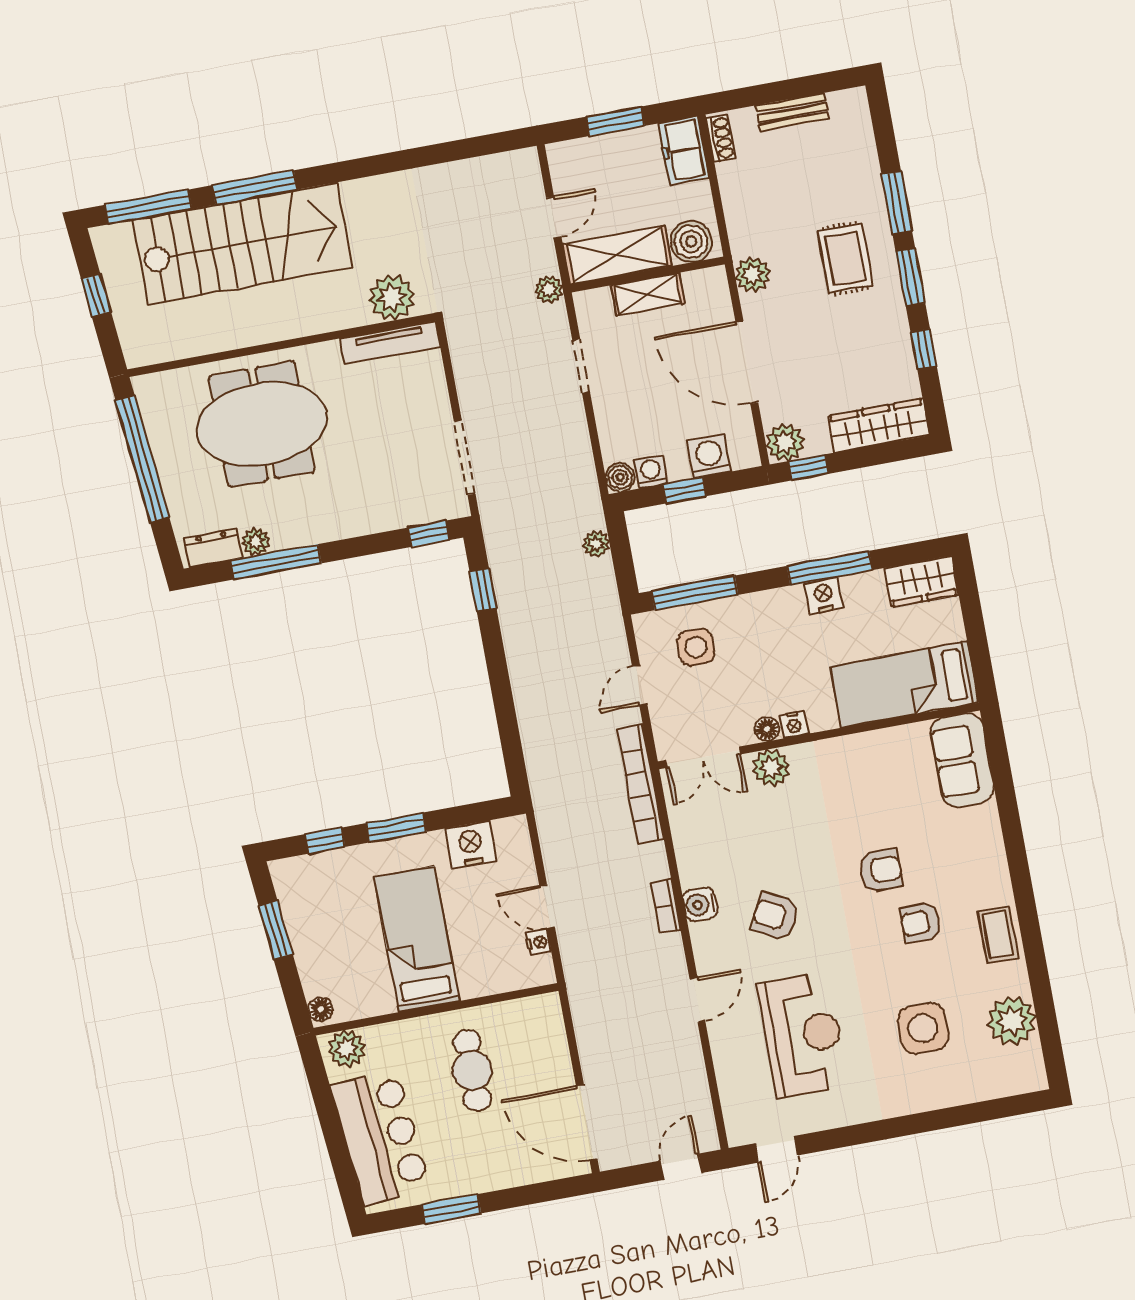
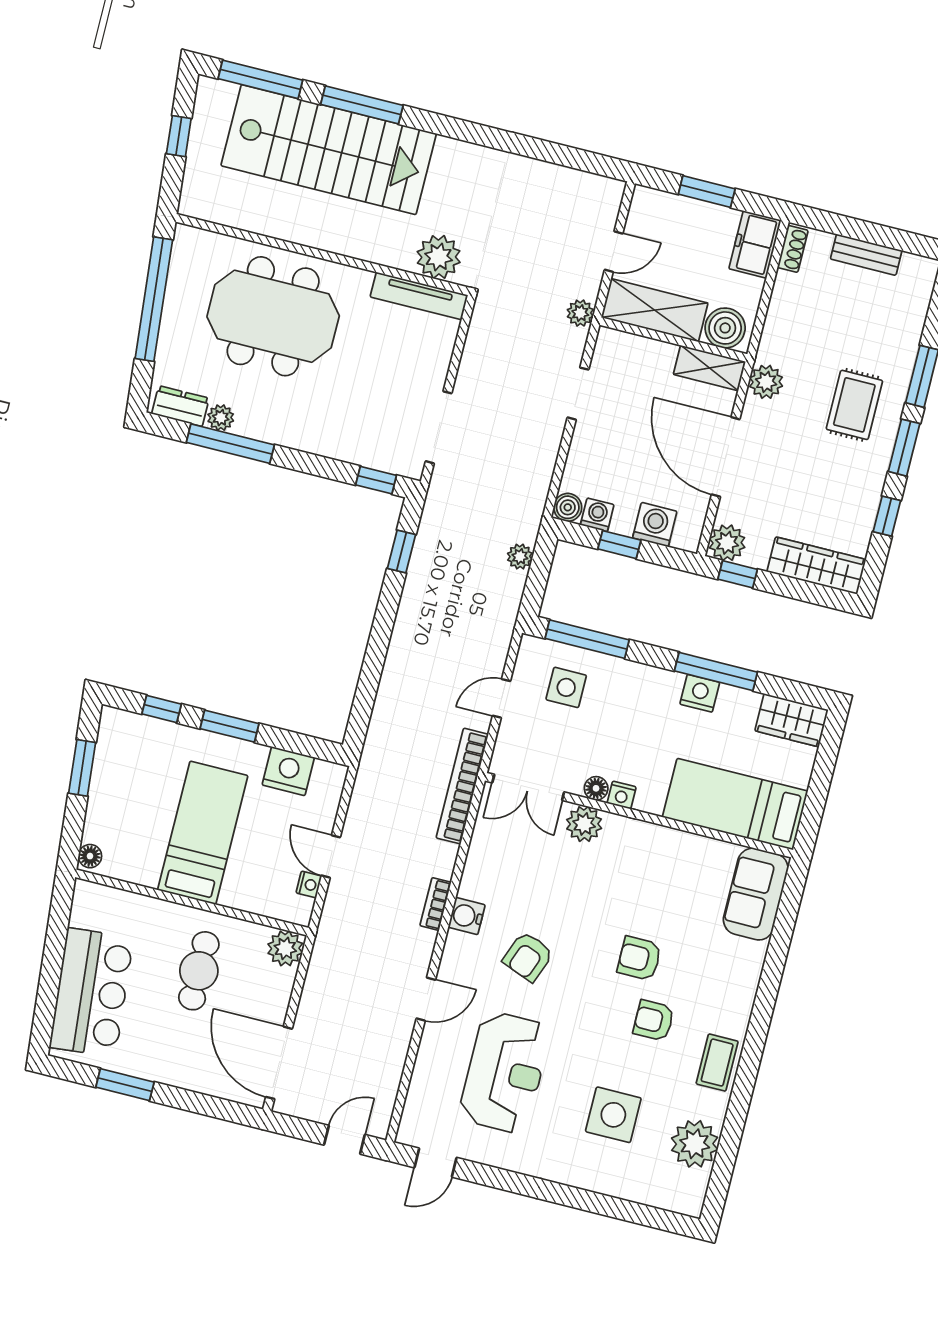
shelving: (648, 294) -> (709, 368), moved
armchair: (880, 870) -> (639, 958), turned 180
armchair: (775, 916) -> (528, 957), turned -97
plant: (346, 1049) -> (285, 948), moved

